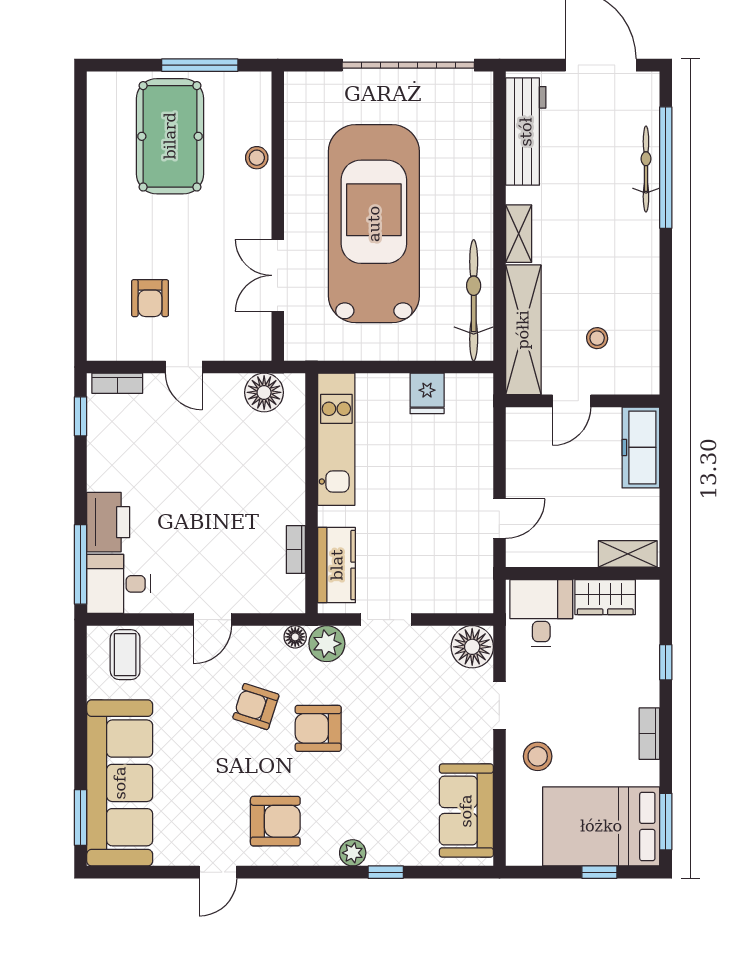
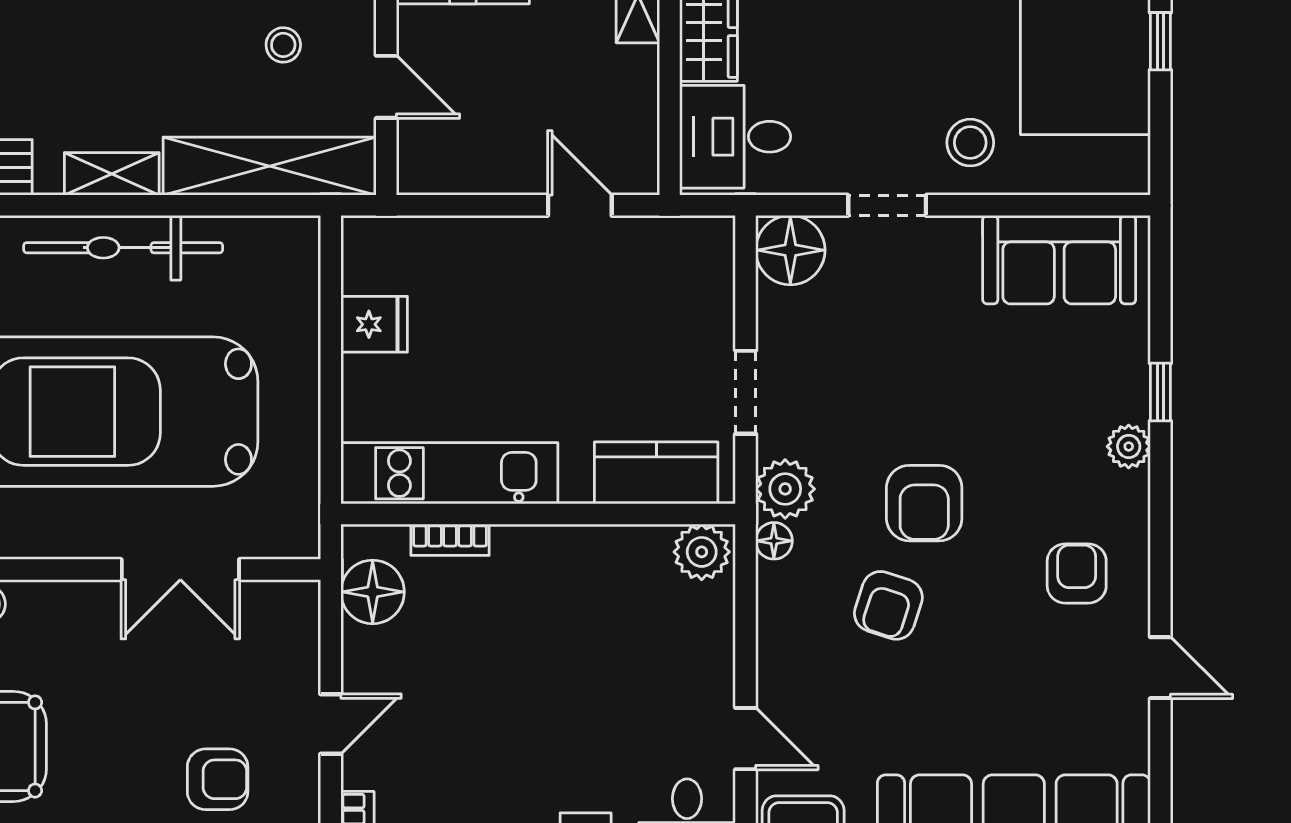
bicycle: (474, 300) -> (123, 248), moved
bookcase: (296, 550) -> (450, 540), moved
plant: (288, 593) -> (702, 552), added
door: (213, 620) -> (746, 739), moved
armchair: (275, 821) -> (1077, 573), width x0.72, depth x0.72

